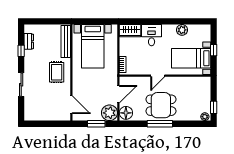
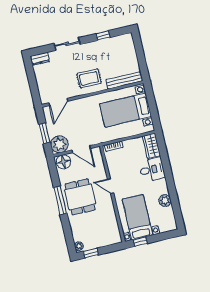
dresser: (29, 41) -> (40, 59), moved
window: (214, 50) -> (140, 242), moved

